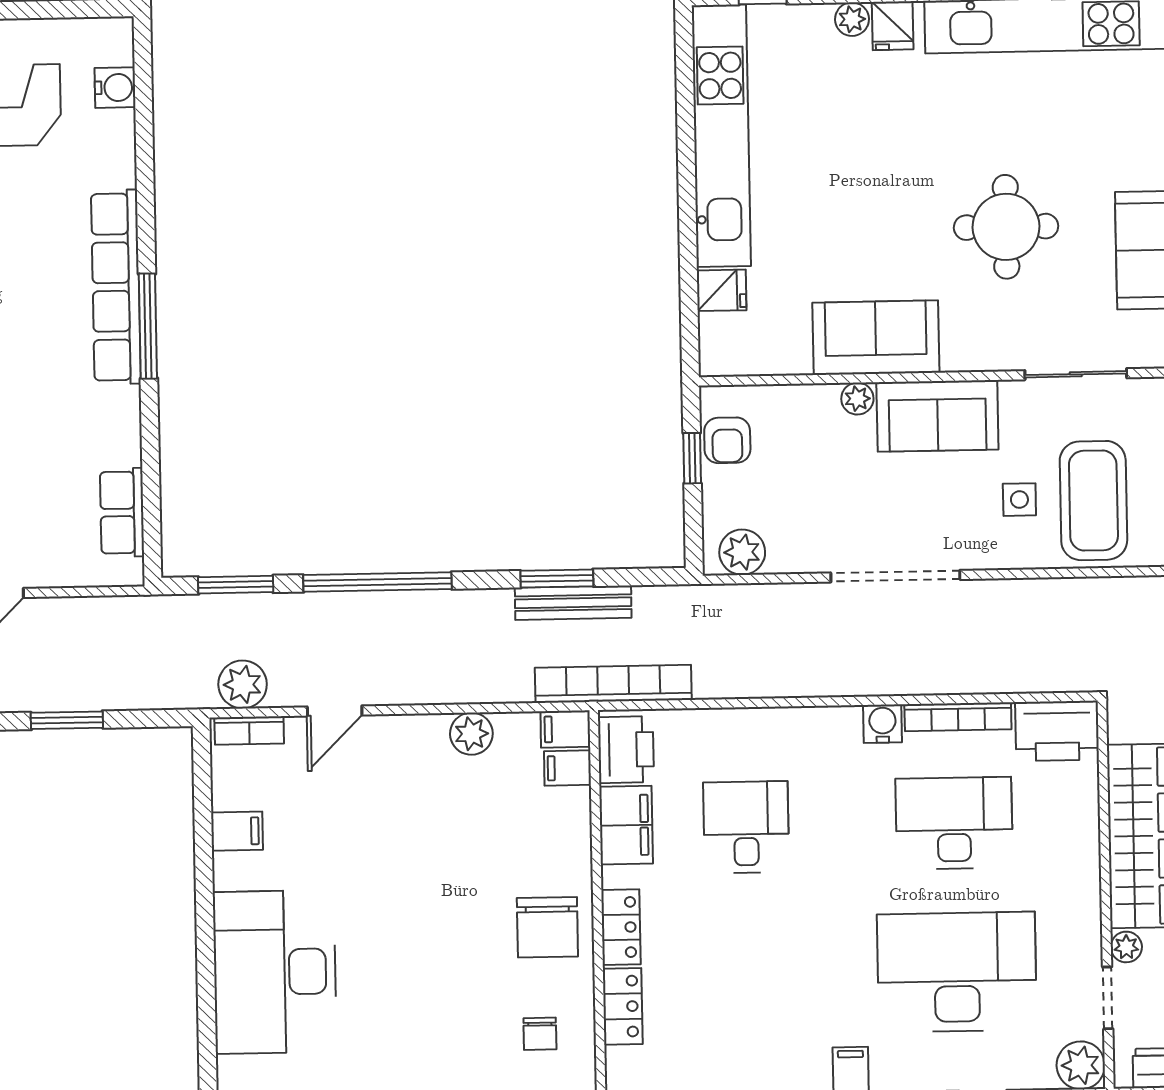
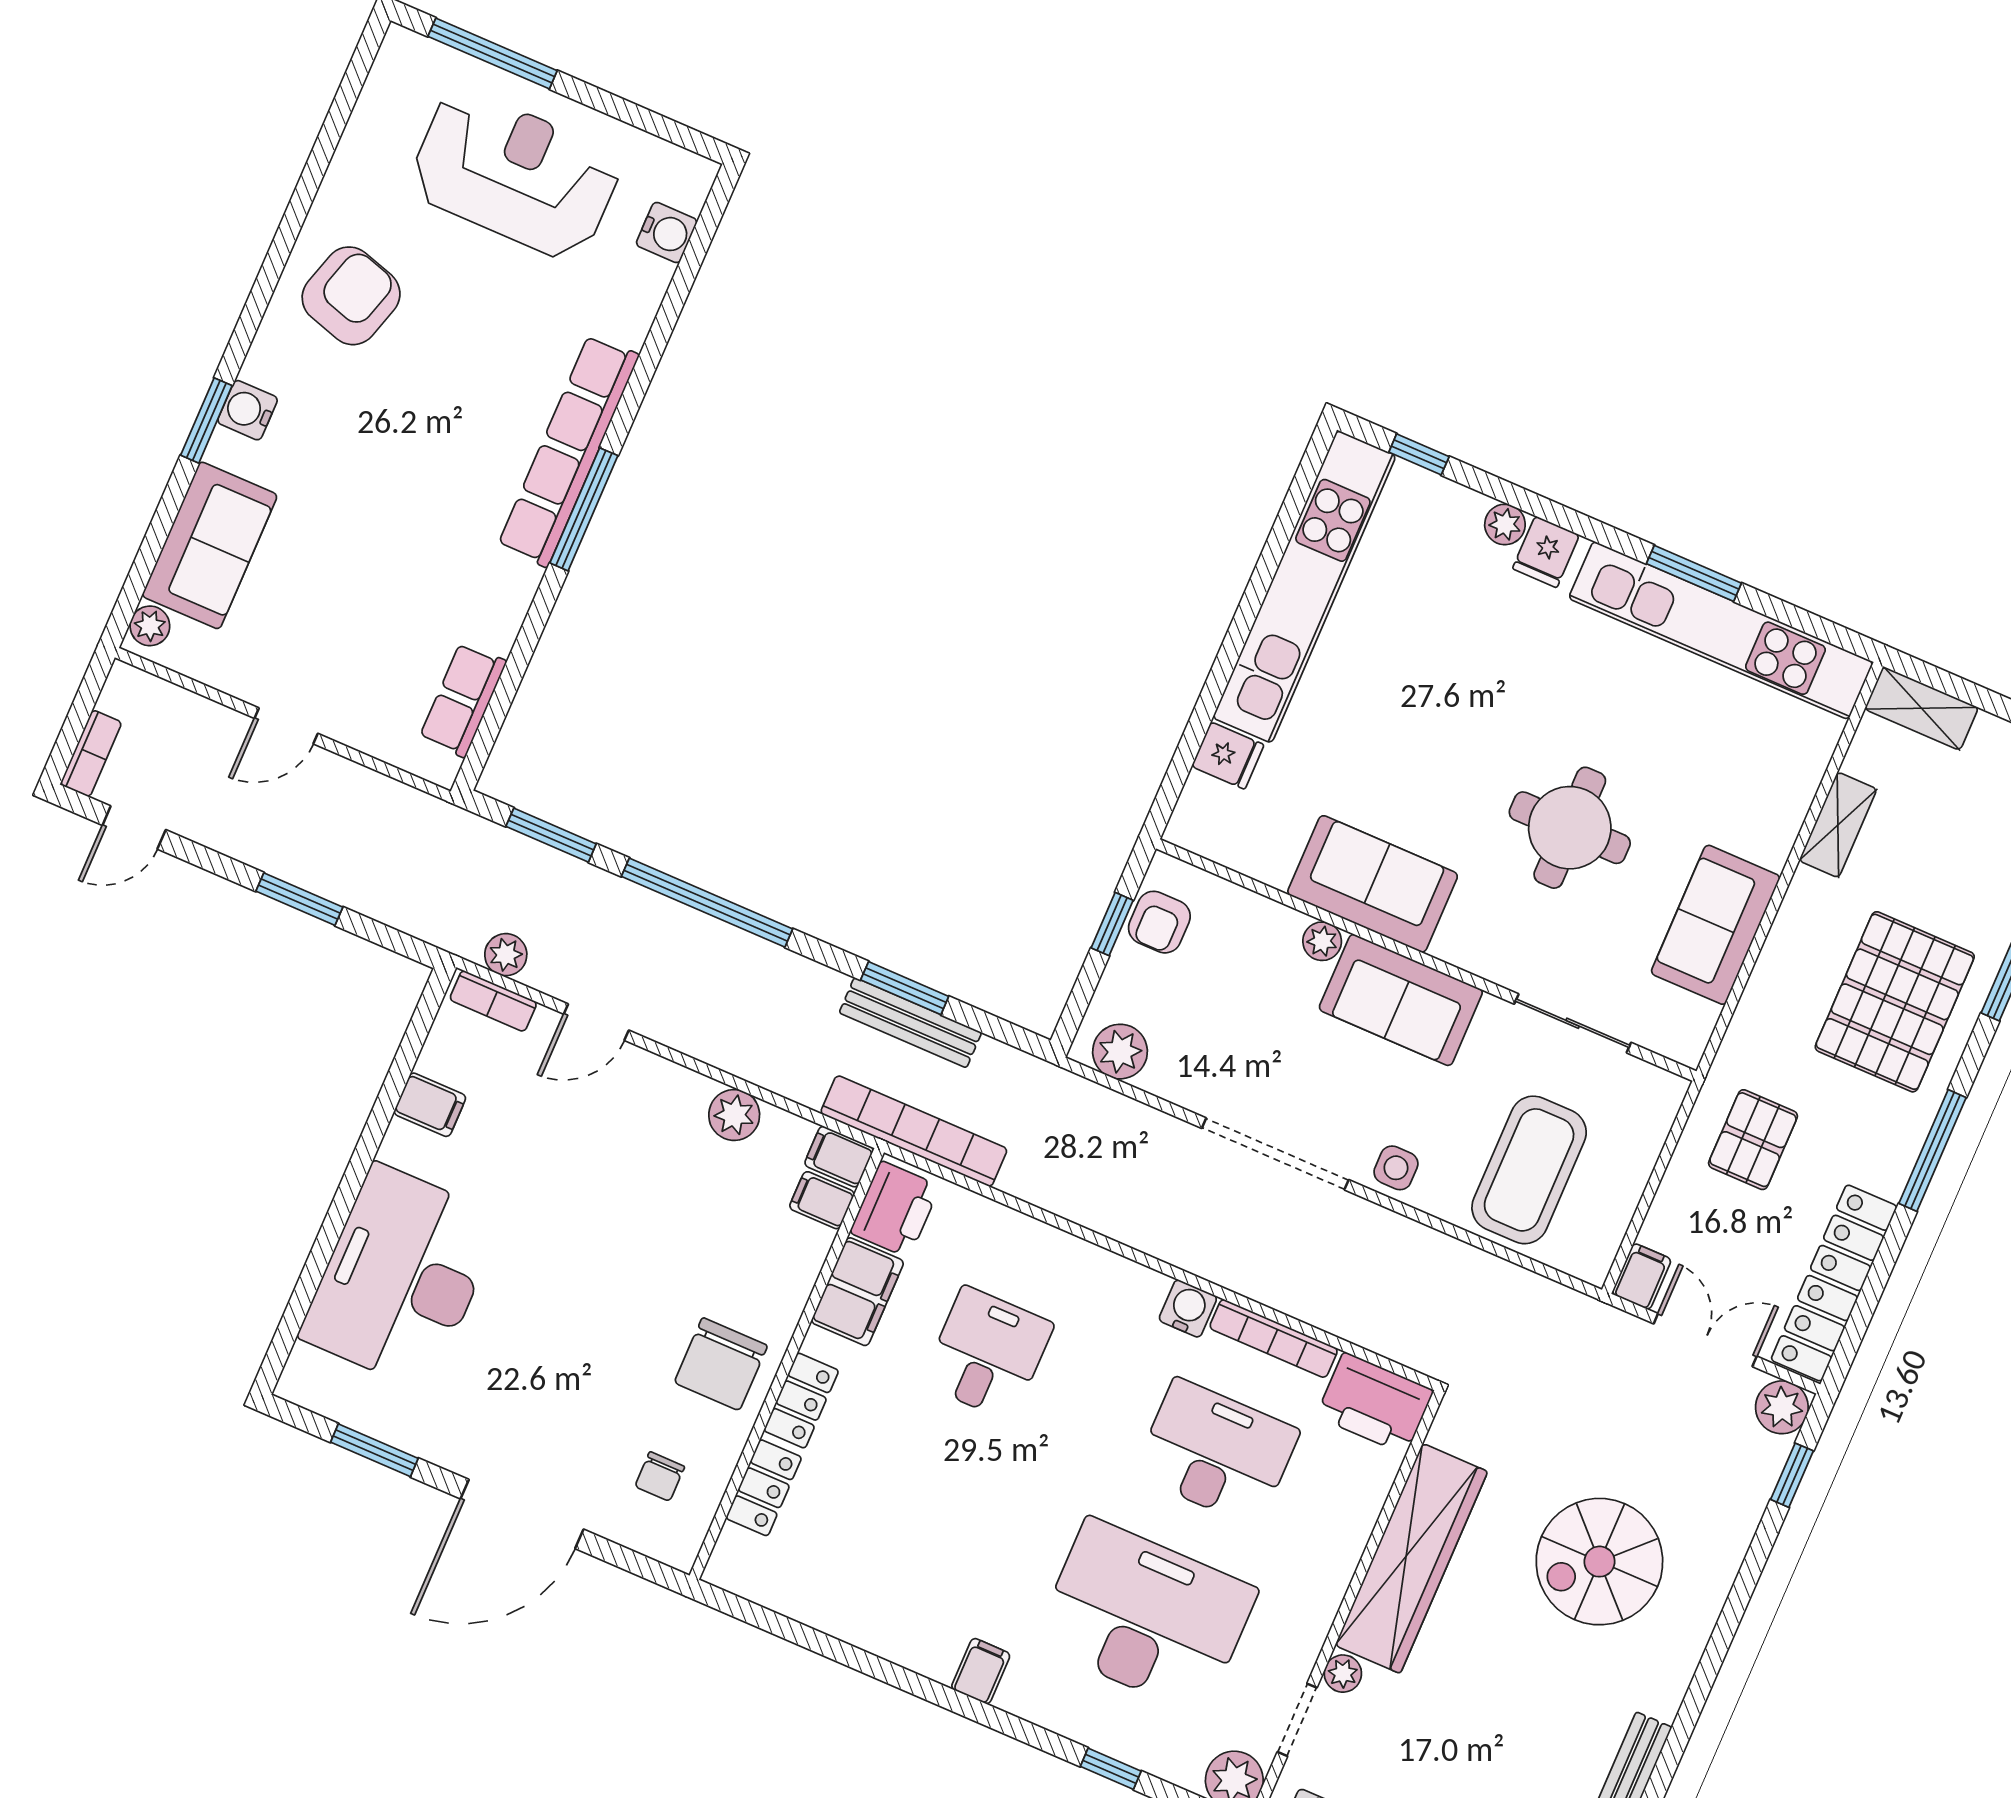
side table: (1019, 500) -> (1396, 1168), moved
plant: (243, 684) -> (506, 955), width x0.73, depth x0.73

